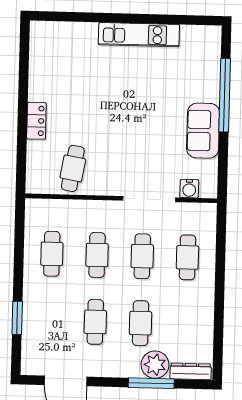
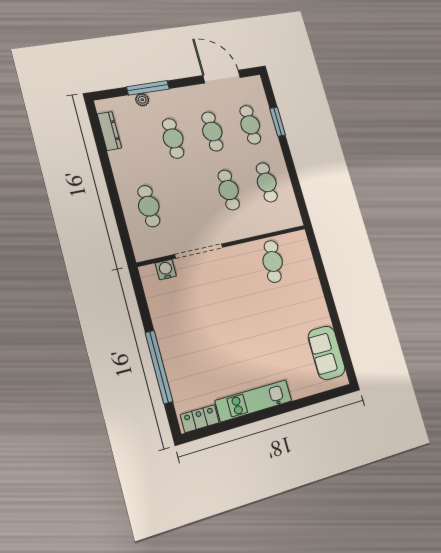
locker: (36, 121) -> (200, 419), moved, turned 90
sofa: (203, 131) -> (326, 353), moved, turned 180
cafe table: (142, 256) -> (250, 125), moved
plant: (155, 365) -> (142, 100), width x0.53, depth x0.53
dresser: (191, 371) -> (109, 131), moved, turned -90

